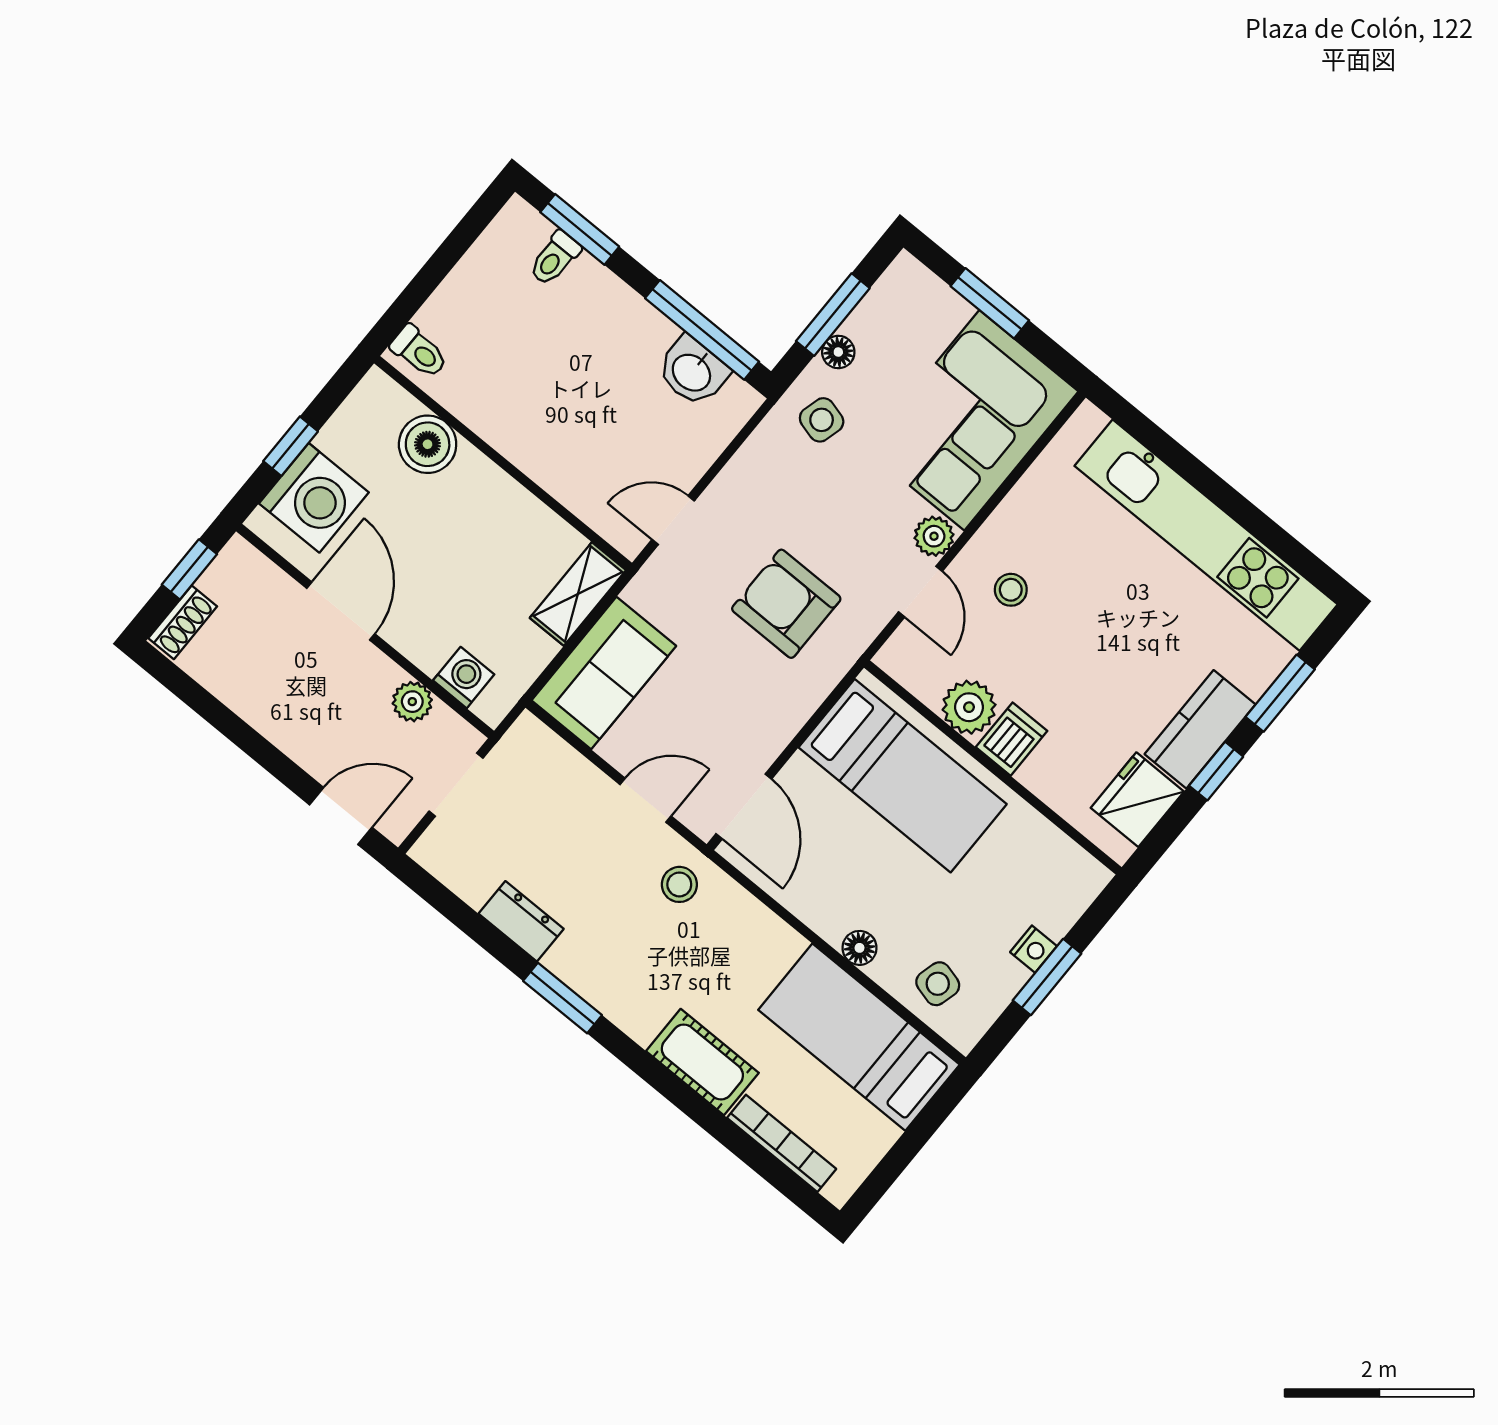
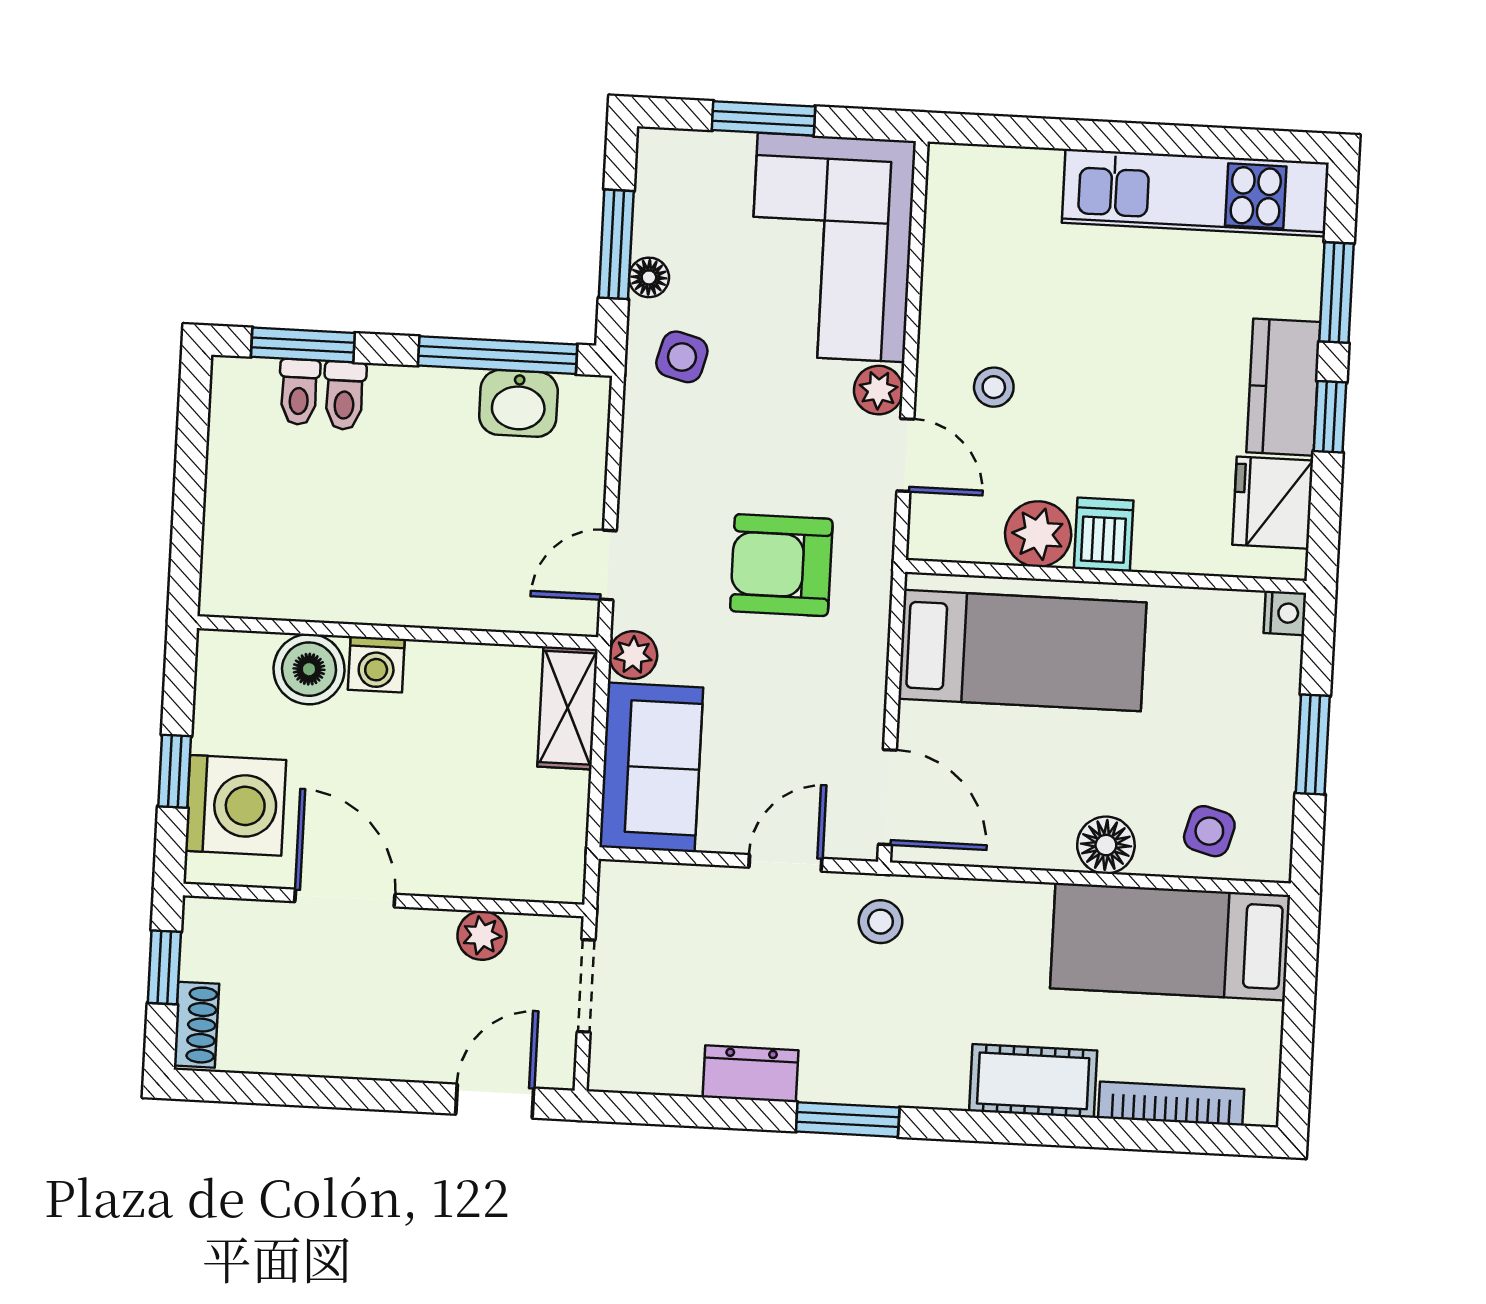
toilet: (419, 352) -> (344, 396), moved, turned 90
kitchen unit: (1206, 535) -> (1195, 193), width x0.73
plant: (646, 591) -> (633, 655), added
washing machine: (464, 677) -> (376, 664), moved, turned 180
floor lamp: (859, 948) -> (1106, 845), width x1.37, depth x1.37
nightstand: (1034, 949) -> (1285, 613), moved

